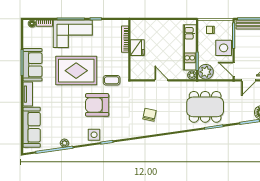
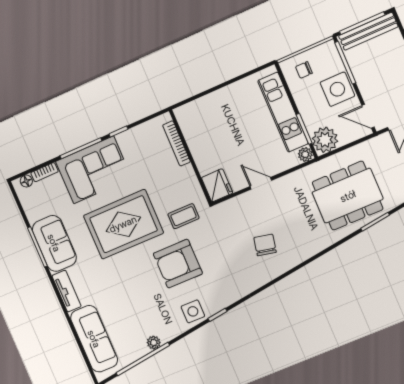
fridge: (137, 48) -> (217, 185), moved

